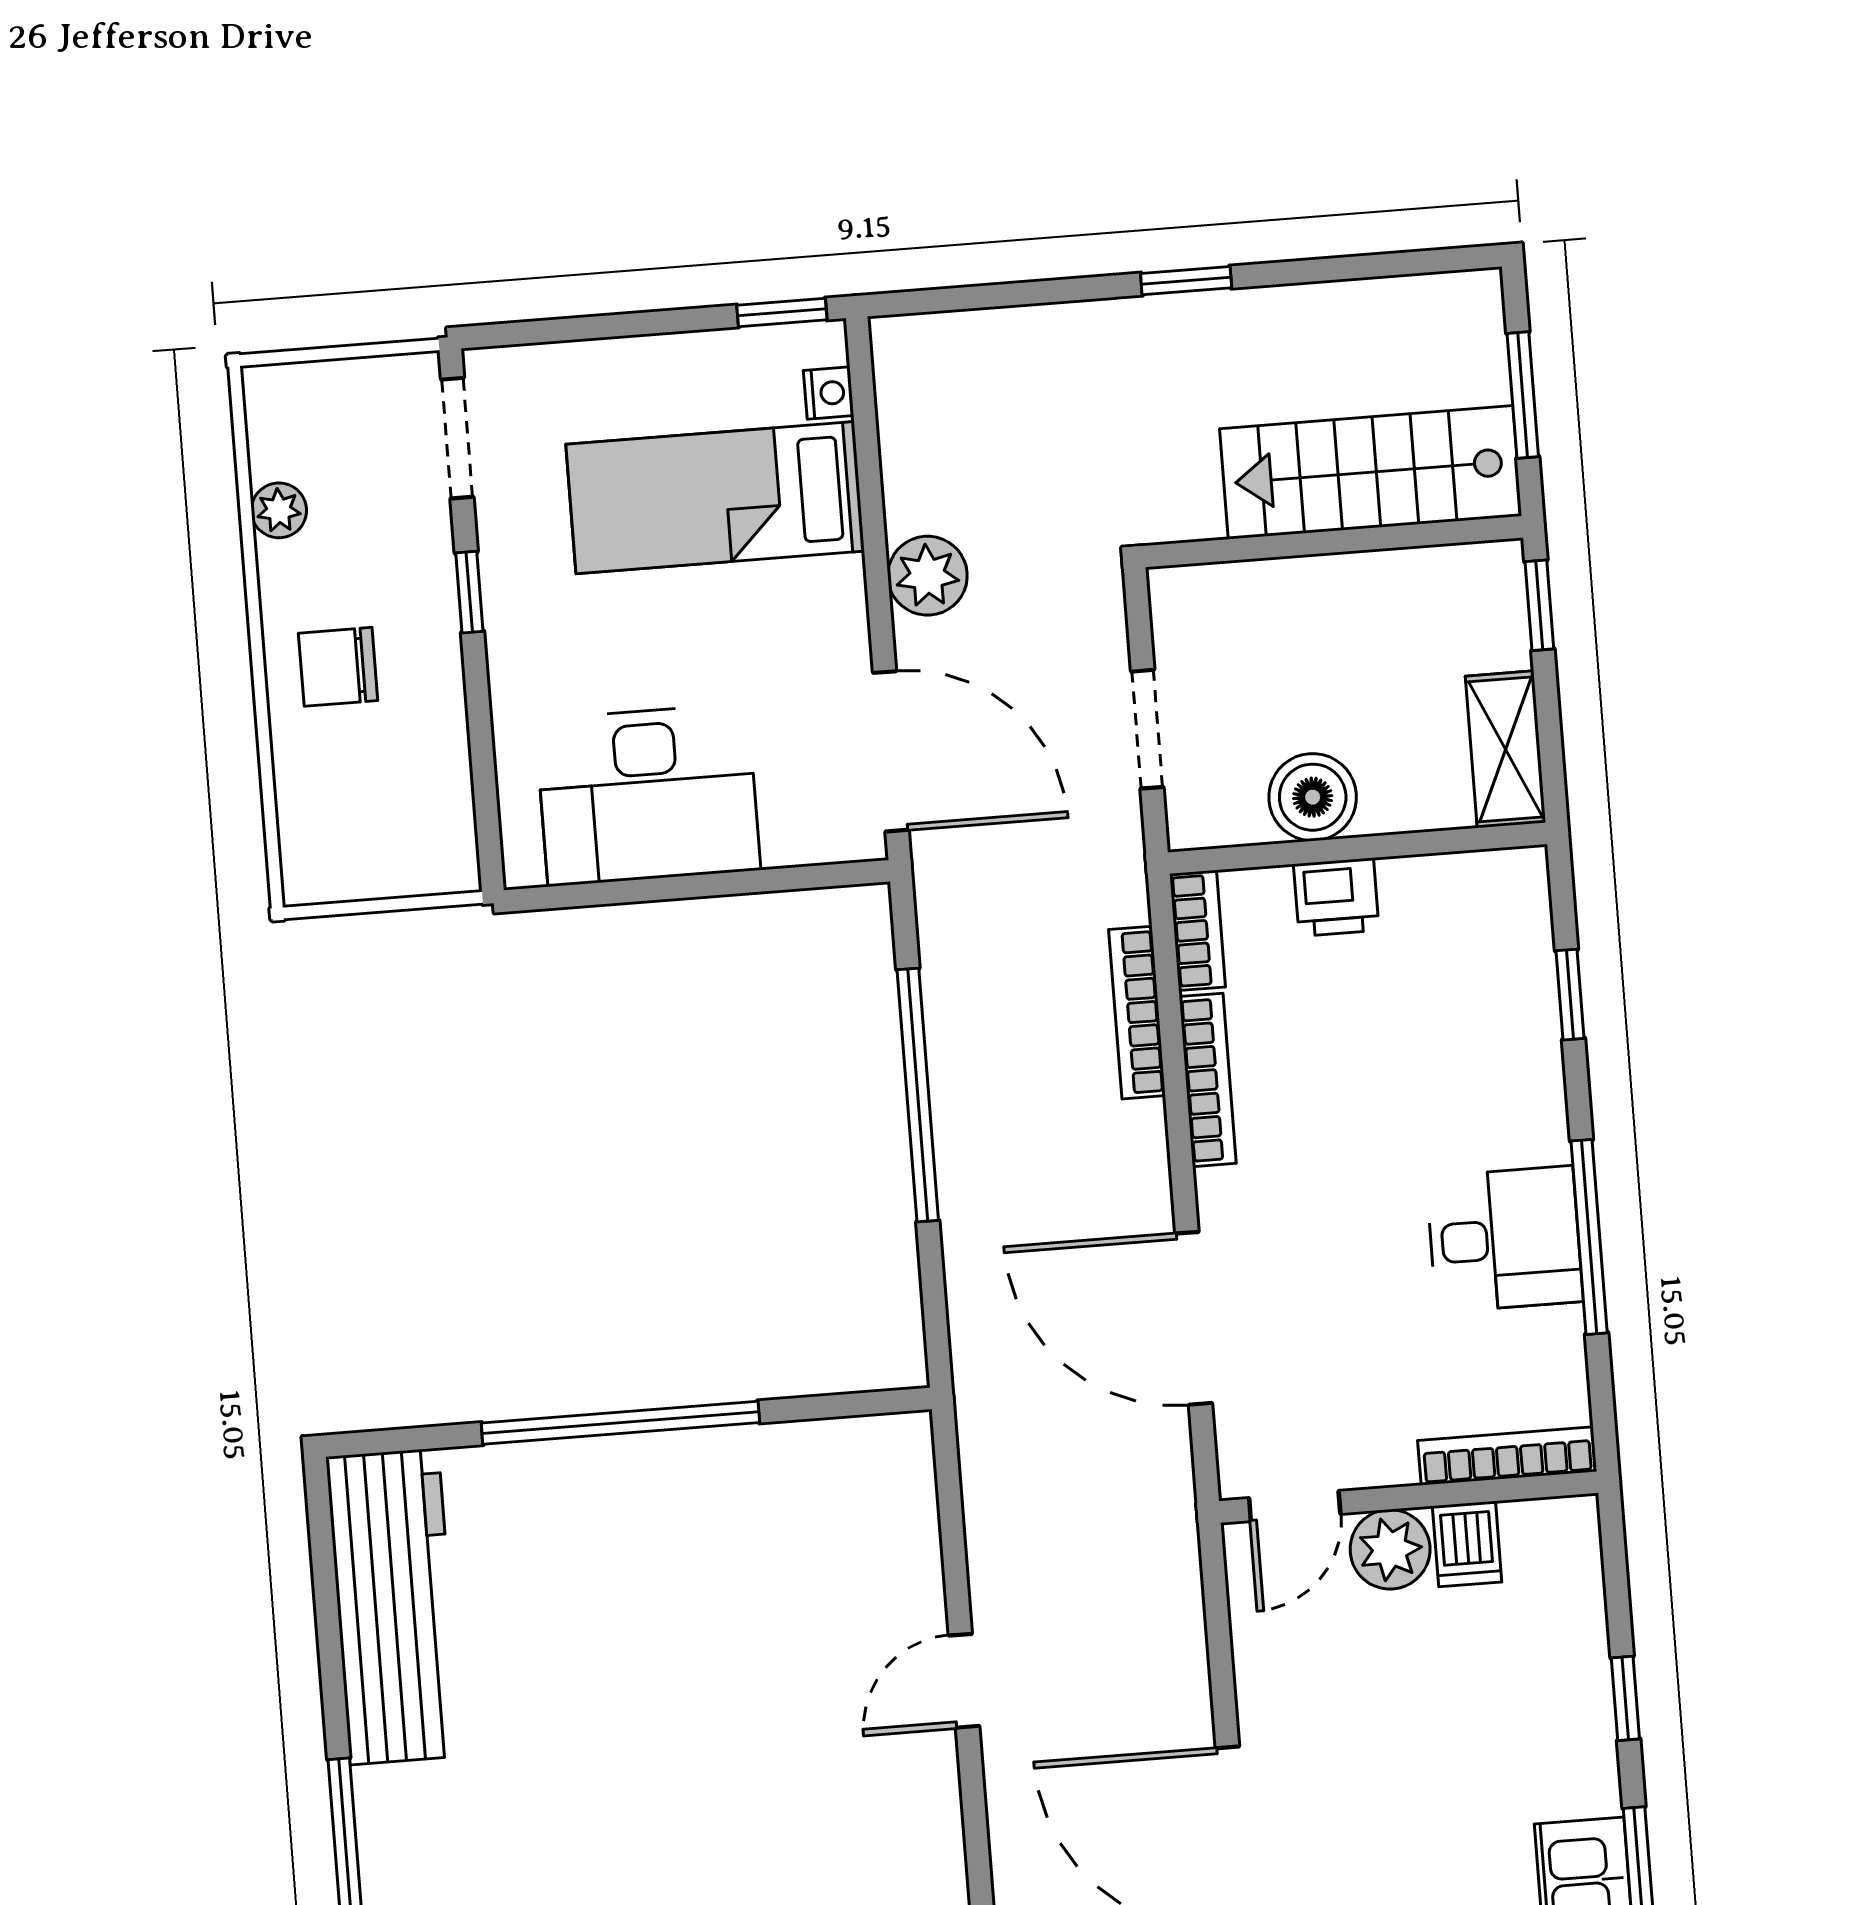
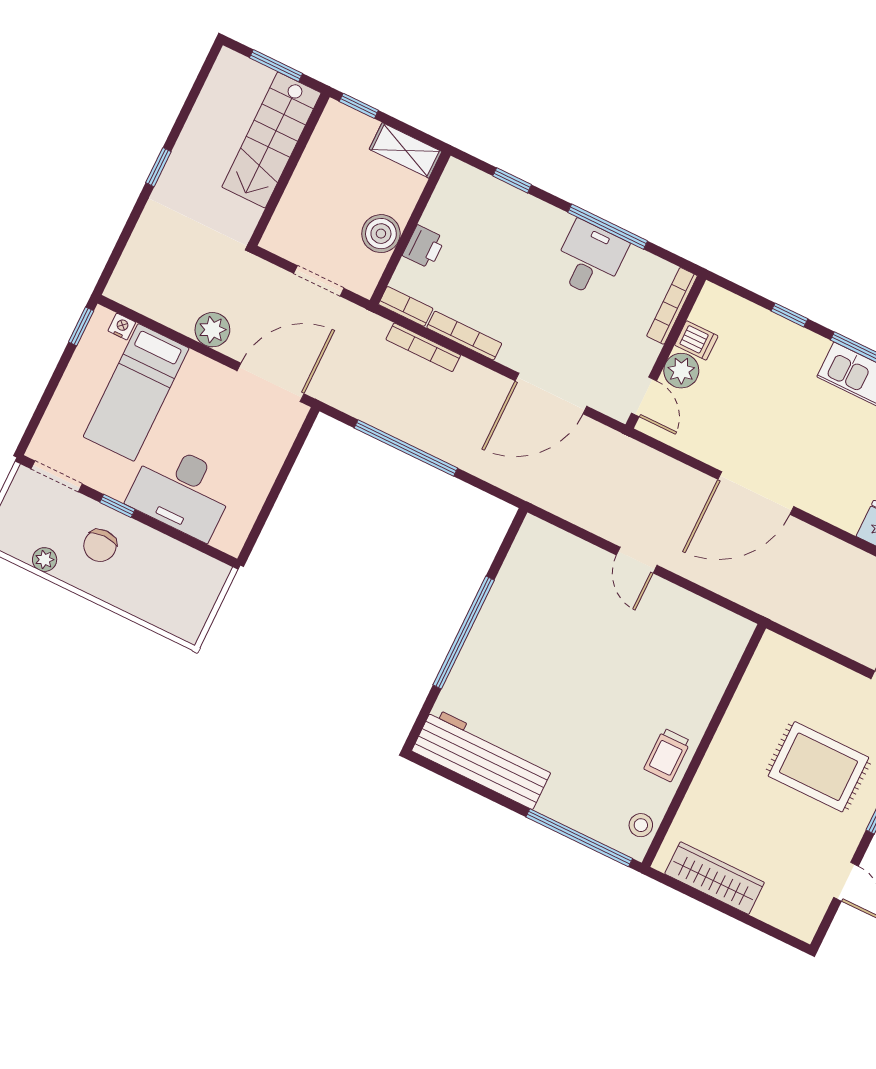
chair: (338, 667) -> (100, 545), moved
desk: (648, 795) -> (182, 491), moved, turned 90

